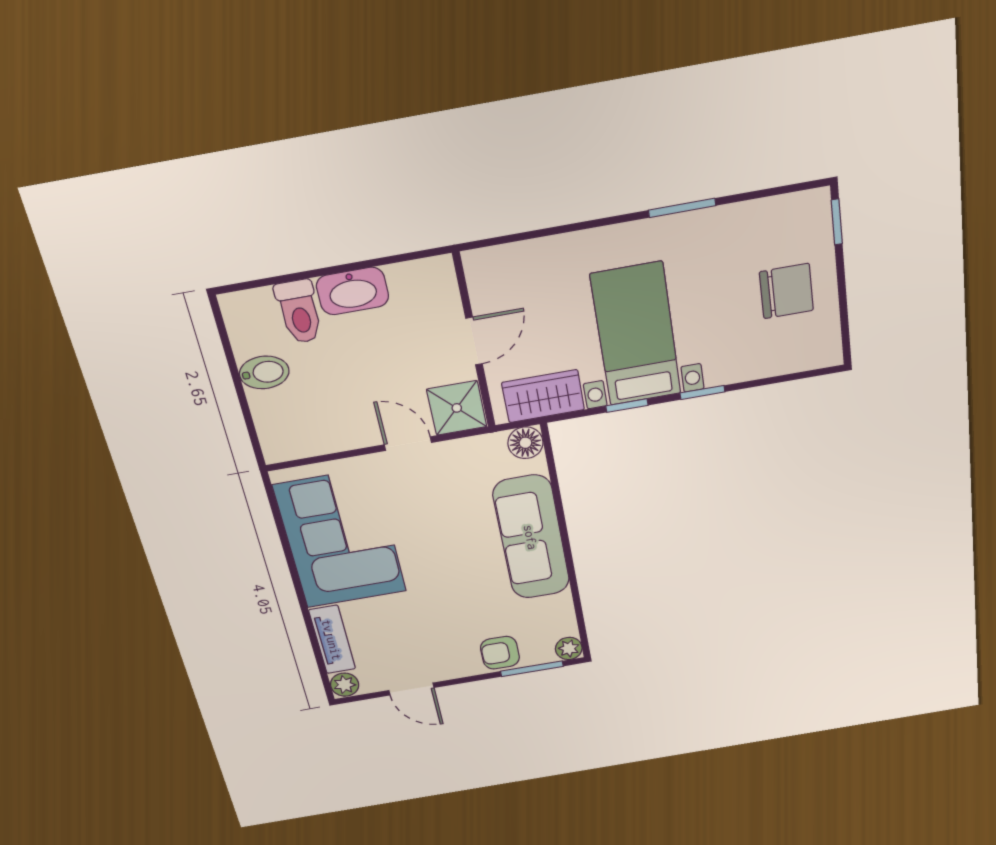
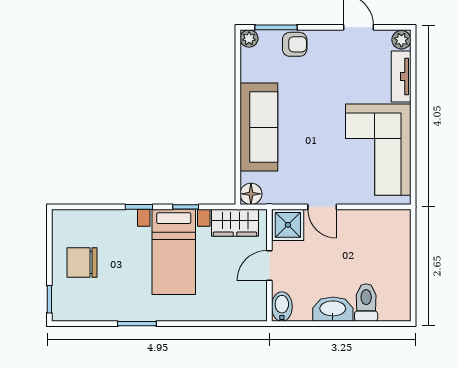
bidet: (264, 372) -> (282, 307), moved, turned 90

